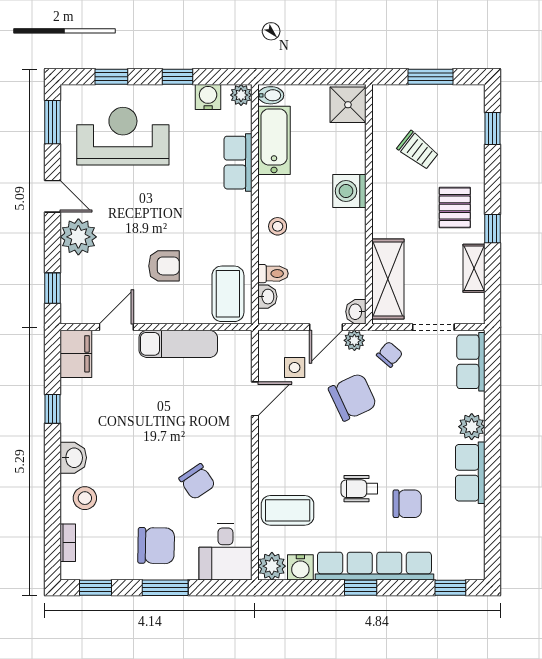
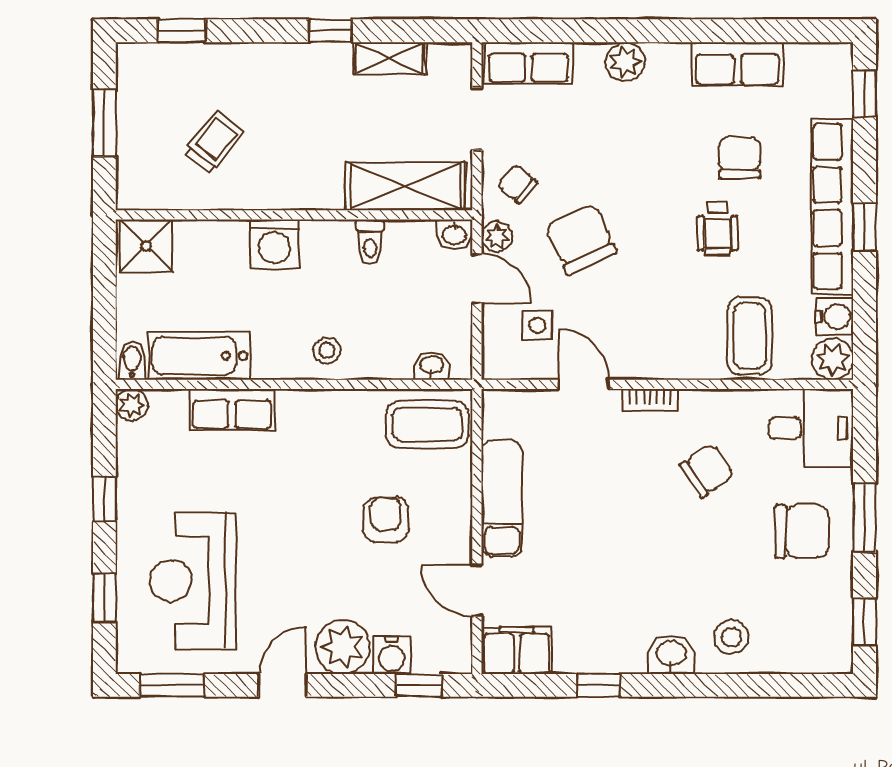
water cooler: (208, 97) -> (392, 655), moved, turned -90
pallet: (455, 208) -> (299, 87), removed
toilet: (273, 274) -> (370, 242), moved, turned 180
row of seats: (470, 473) -> (737, 64), moved
bookcase: (68, 543) -> (650, 400), moved, turned 180
chair: (156, 546) -> (802, 531), turned 89

